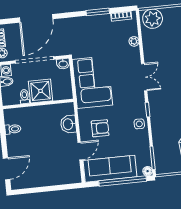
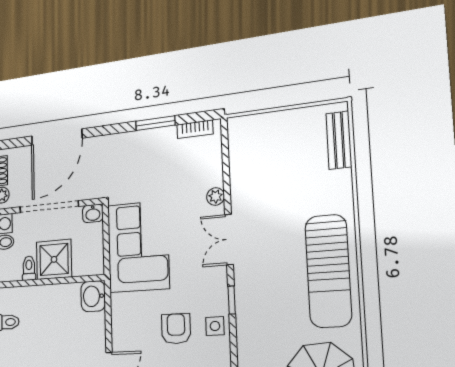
plant: (153, 19) -> (250, 132), removed
plant: (134, 41) -> (216, 196), moved
double door: (144, 77) -> (229, 239), swing flipped
washbasin: (68, 124) -> (93, 296), moved
armchair: (100, 128) -> (176, 329), moved, turned -90

